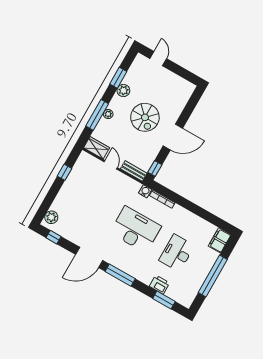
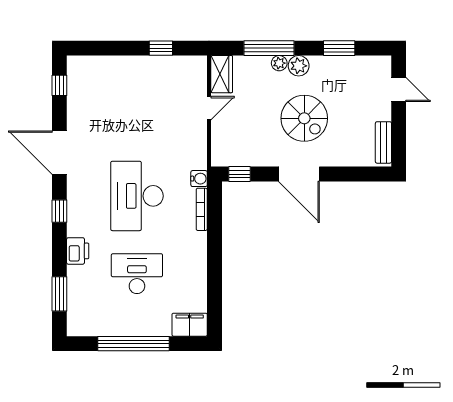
door: (158, 59) -> (399, 90), hinge flipped
plant: (123, 90) -> (299, 66), moved
spiral stairs: (145, 117) -> (304, 118), turned -90
bench: (134, 171) -> (383, 142), moved
plant: (51, 217) -> (86, 66), removed
desk: (136, 229) -> (137, 196), turned 180
window: (120, 275) -> (59, 211), width x0.46
printer: (159, 285) -> (78, 251), moved

